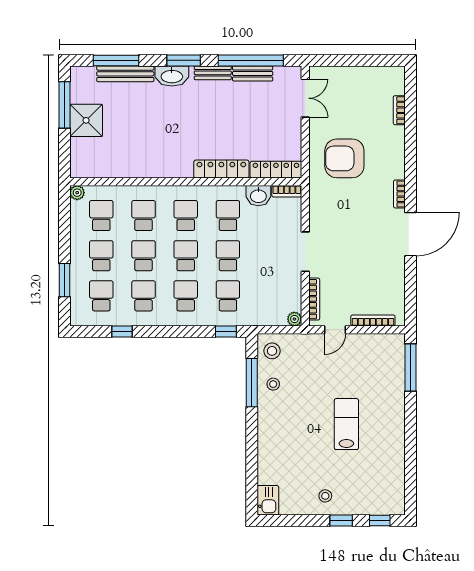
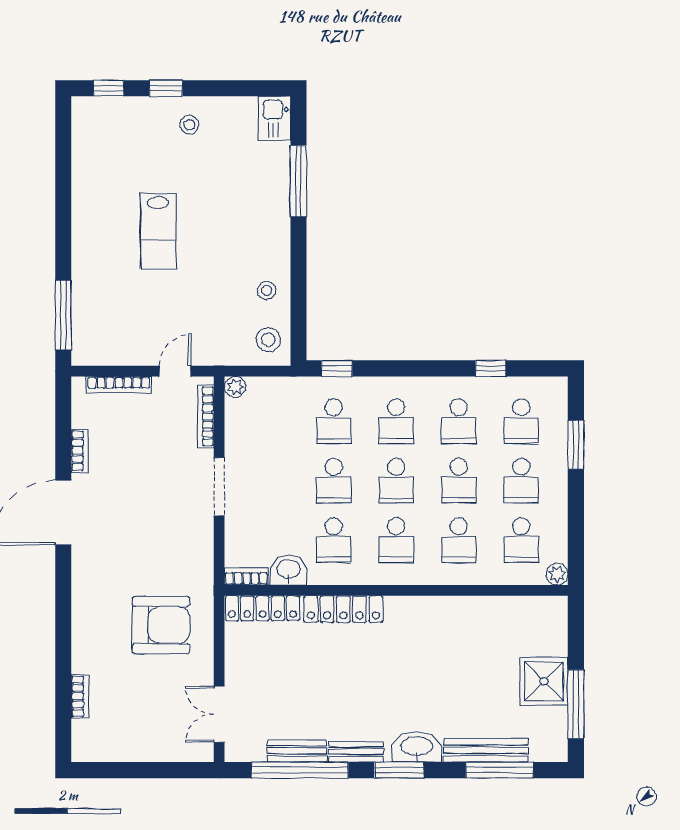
bookcase: (399, 194) -> (80, 451), moved
window: (252, 383) -> (298, 181), moved

